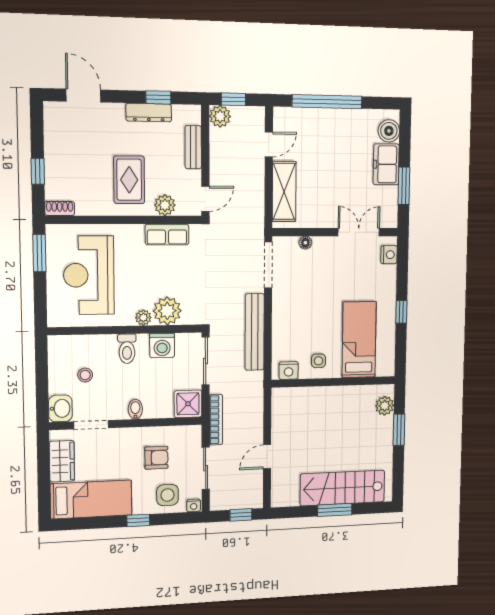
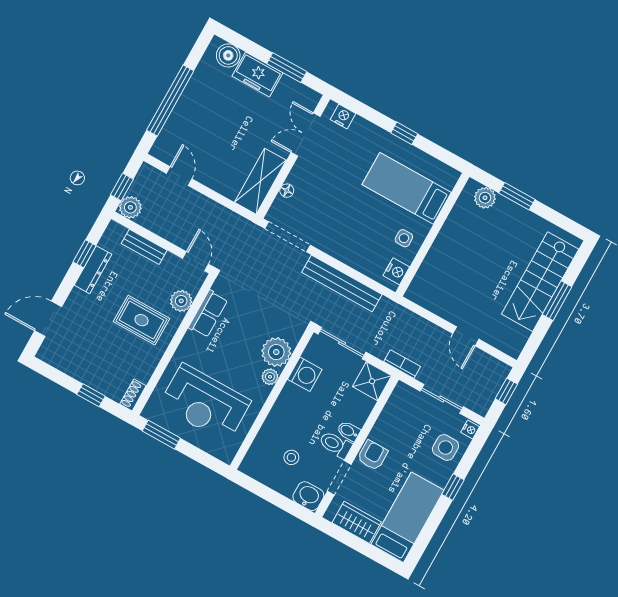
shelving: (284, 192) -> (260, 181), moved, turned 90
toilet: (127, 349) -> (336, 445), moved, turned 180
bookcase: (216, 420) -> (402, 364), width x0.64
armchair: (156, 458) -> (373, 455), moved

